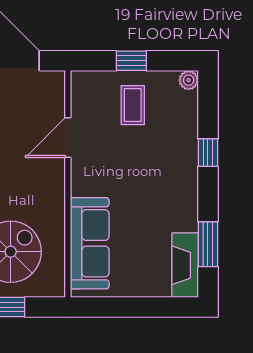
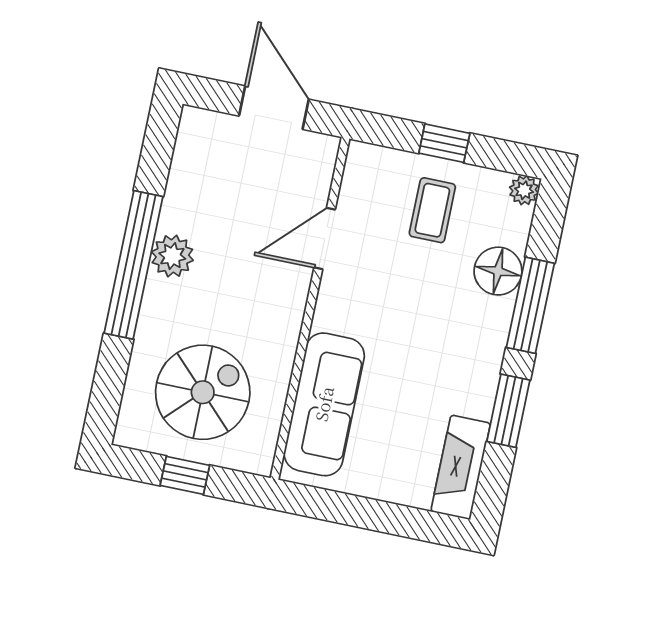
floor lamp: (183, 135) -> (498, 271), added
window: (208, 153) -> (530, 305), width x2.17
window: (208, 244) -> (508, 411), moved

